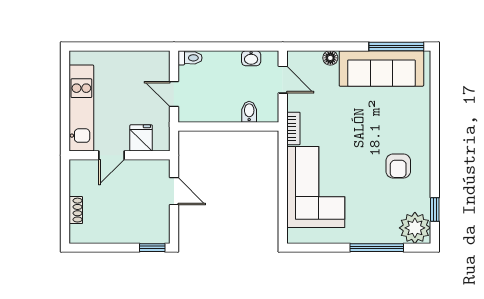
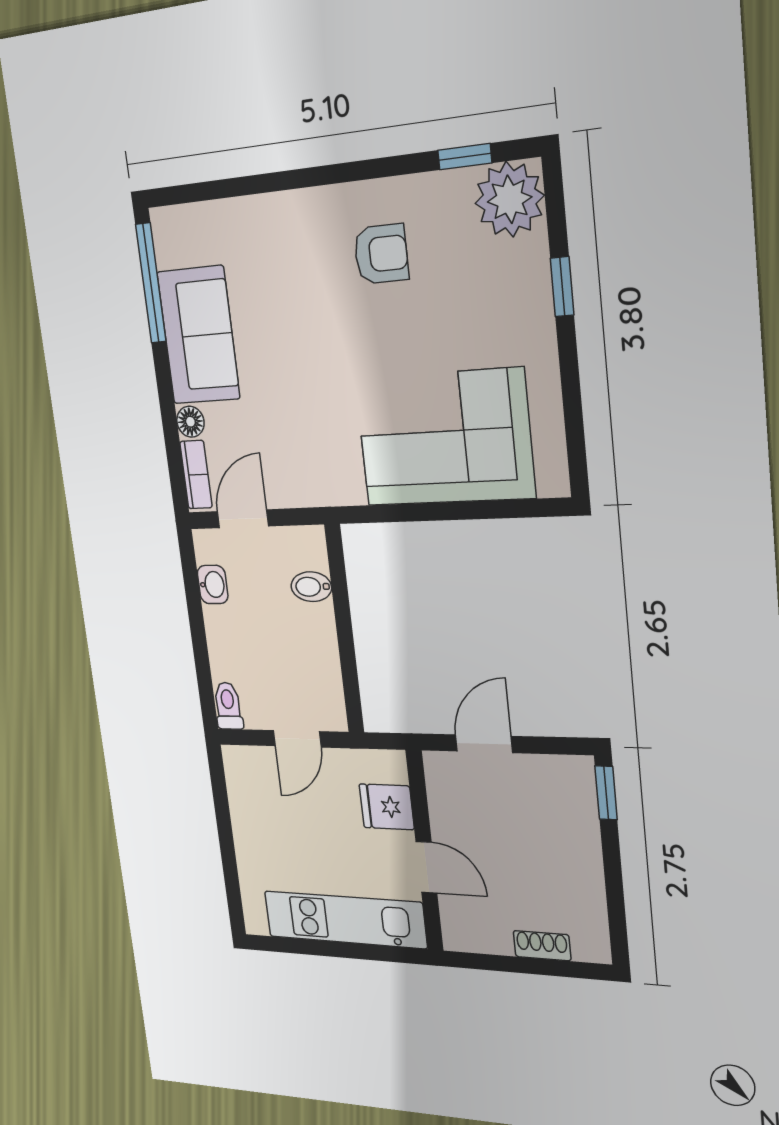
sofa: (381, 68) -> (198, 335), width x0.73
bookcase: (293, 128) -> (196, 475), moved, turned 90
window: (377, 248) -> (562, 287), width x0.46

